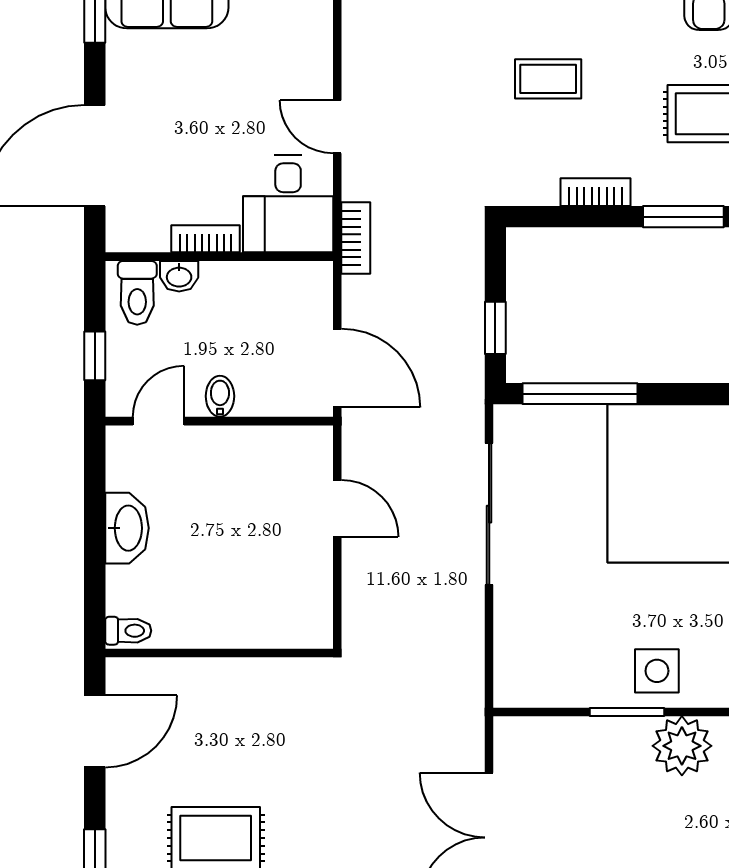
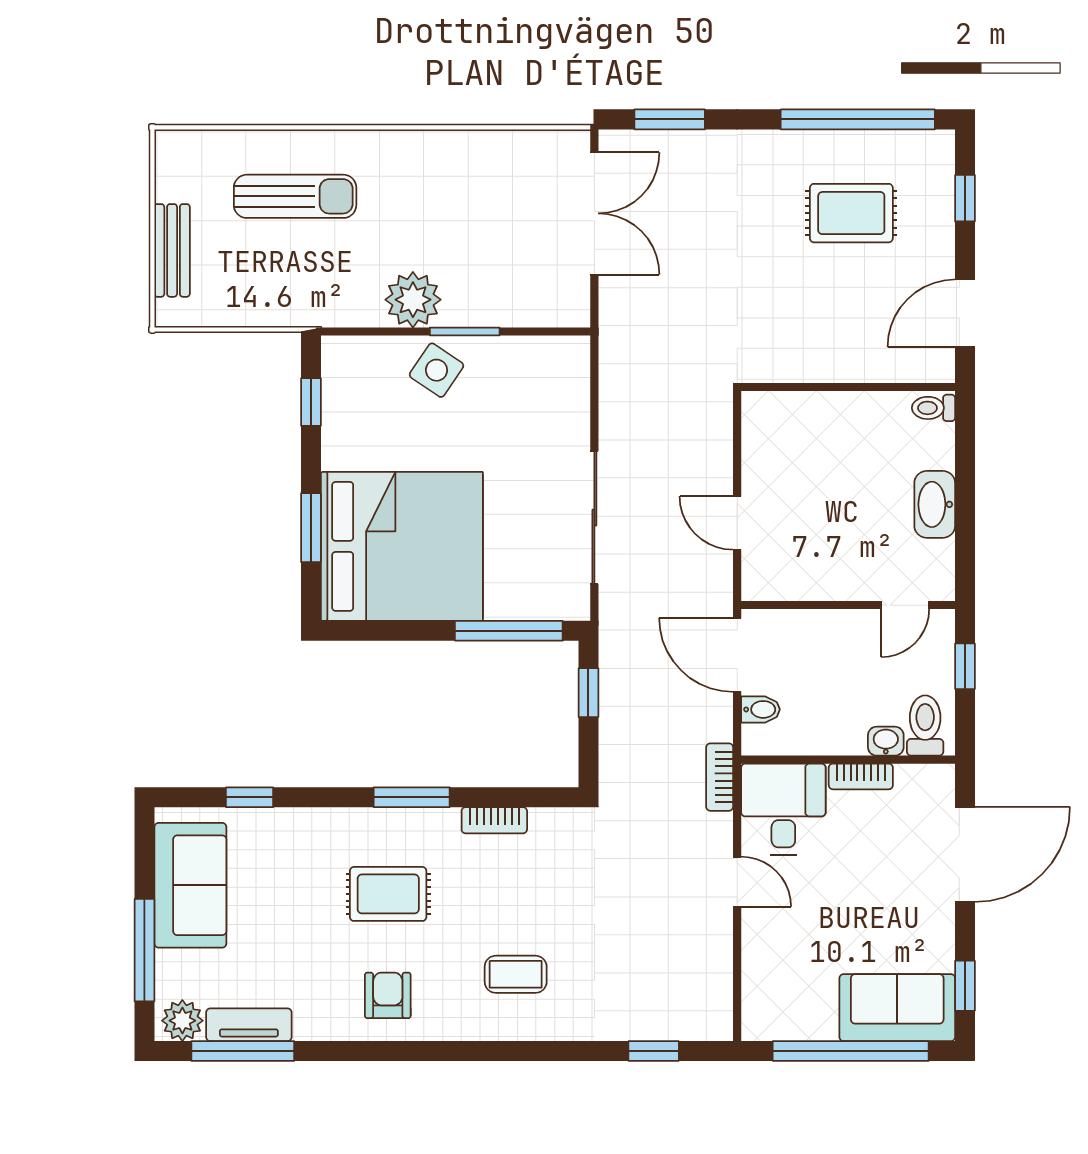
coffee table: (548, 79) -> (516, 974), moved
bidet: (220, 396) -> (760, 709), moved, turned -90
side table: (657, 671) -> (437, 370), turned 34

